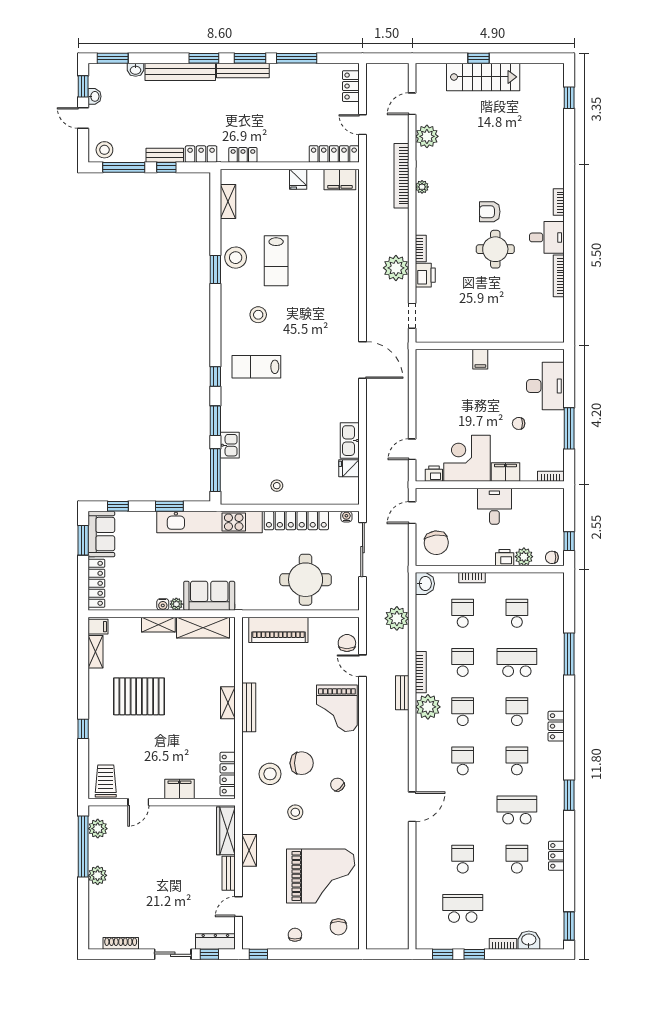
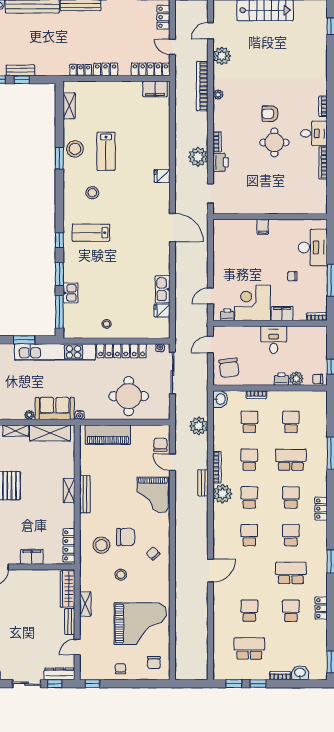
locker: (201, 154) -> (106, 69), moved
fridge: (298, 179) -> (162, 176), moved, turned 90
water cooler: (163, 604) -> (80, 415), moved

